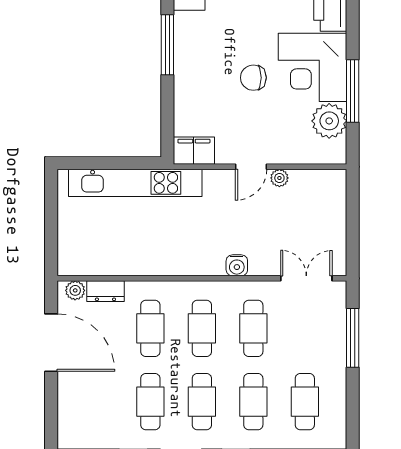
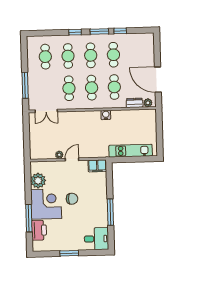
window: (353, 91) -> (29, 218), moved
kitchen unit: (135, 183) -> (131, 151), width x0.73
water cooler: (237, 265) -> (106, 115), moved

